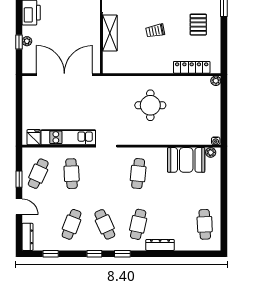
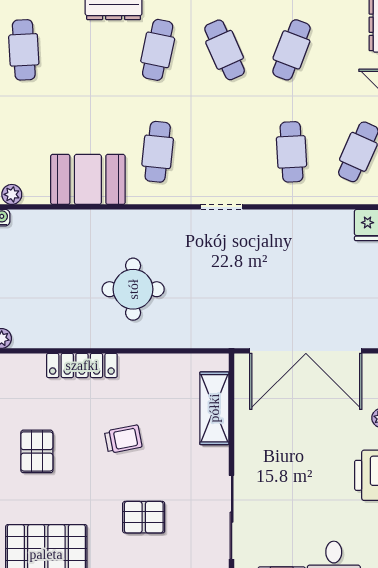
shelving: (110, 33) -> (214, 408), moved
locker: (192, 67) -> (82, 365), moved
kitchen unit: (68, 137) -> (298, 225), removed
booth: (186, 160) -> (88, 179), moved

